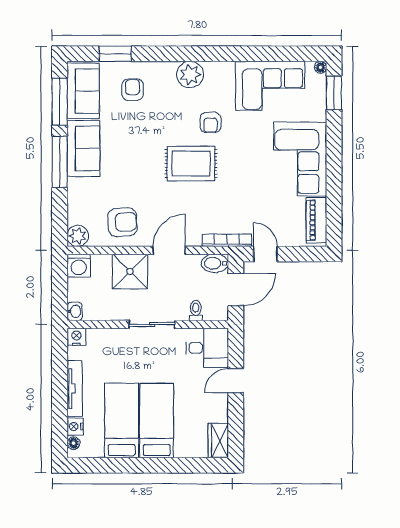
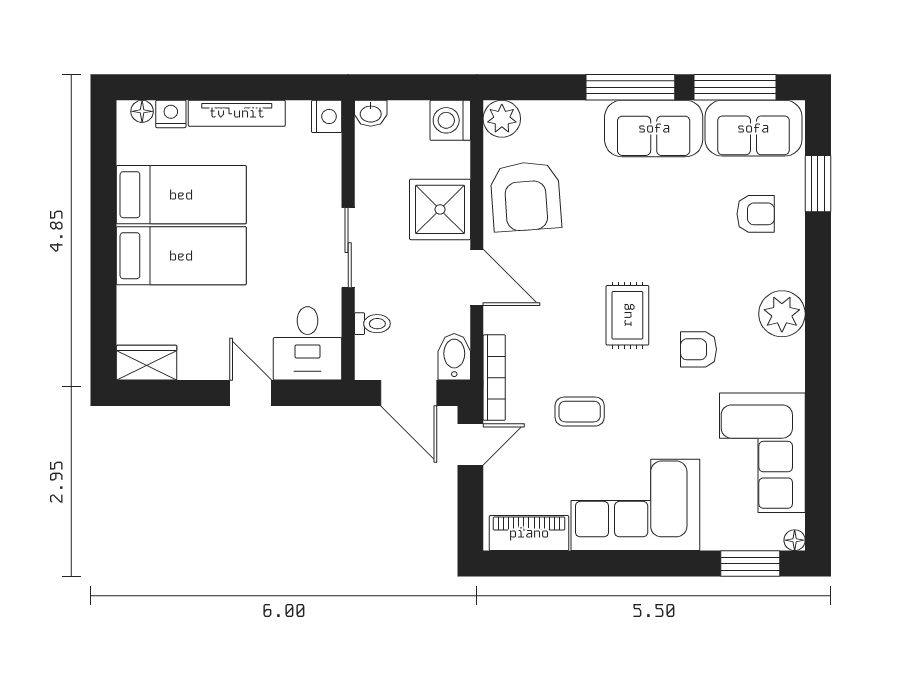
rug: (191, 164) -> (627, 315), width x0.73, depth x0.70
coffee table: (246, 191) -> (580, 412), added
armchair: (122, 222) -> (526, 196), width x1.36, depth x1.36

